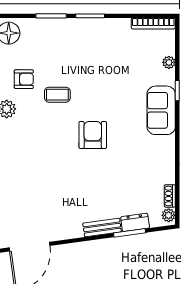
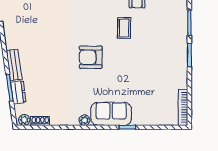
plant: (169, 62) -> (84, 120), moved
armchair: (93, 135) -> (91, 57), turned 180

